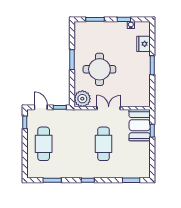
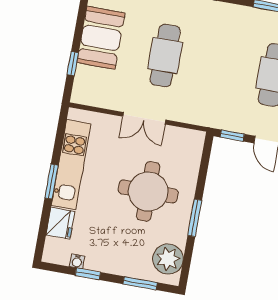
kitchen unit: (143, 76) -> (71, 165), added
plant: (82, 99) -> (168, 259), moved
booth: (140, 125) -> (101, 38), moved

